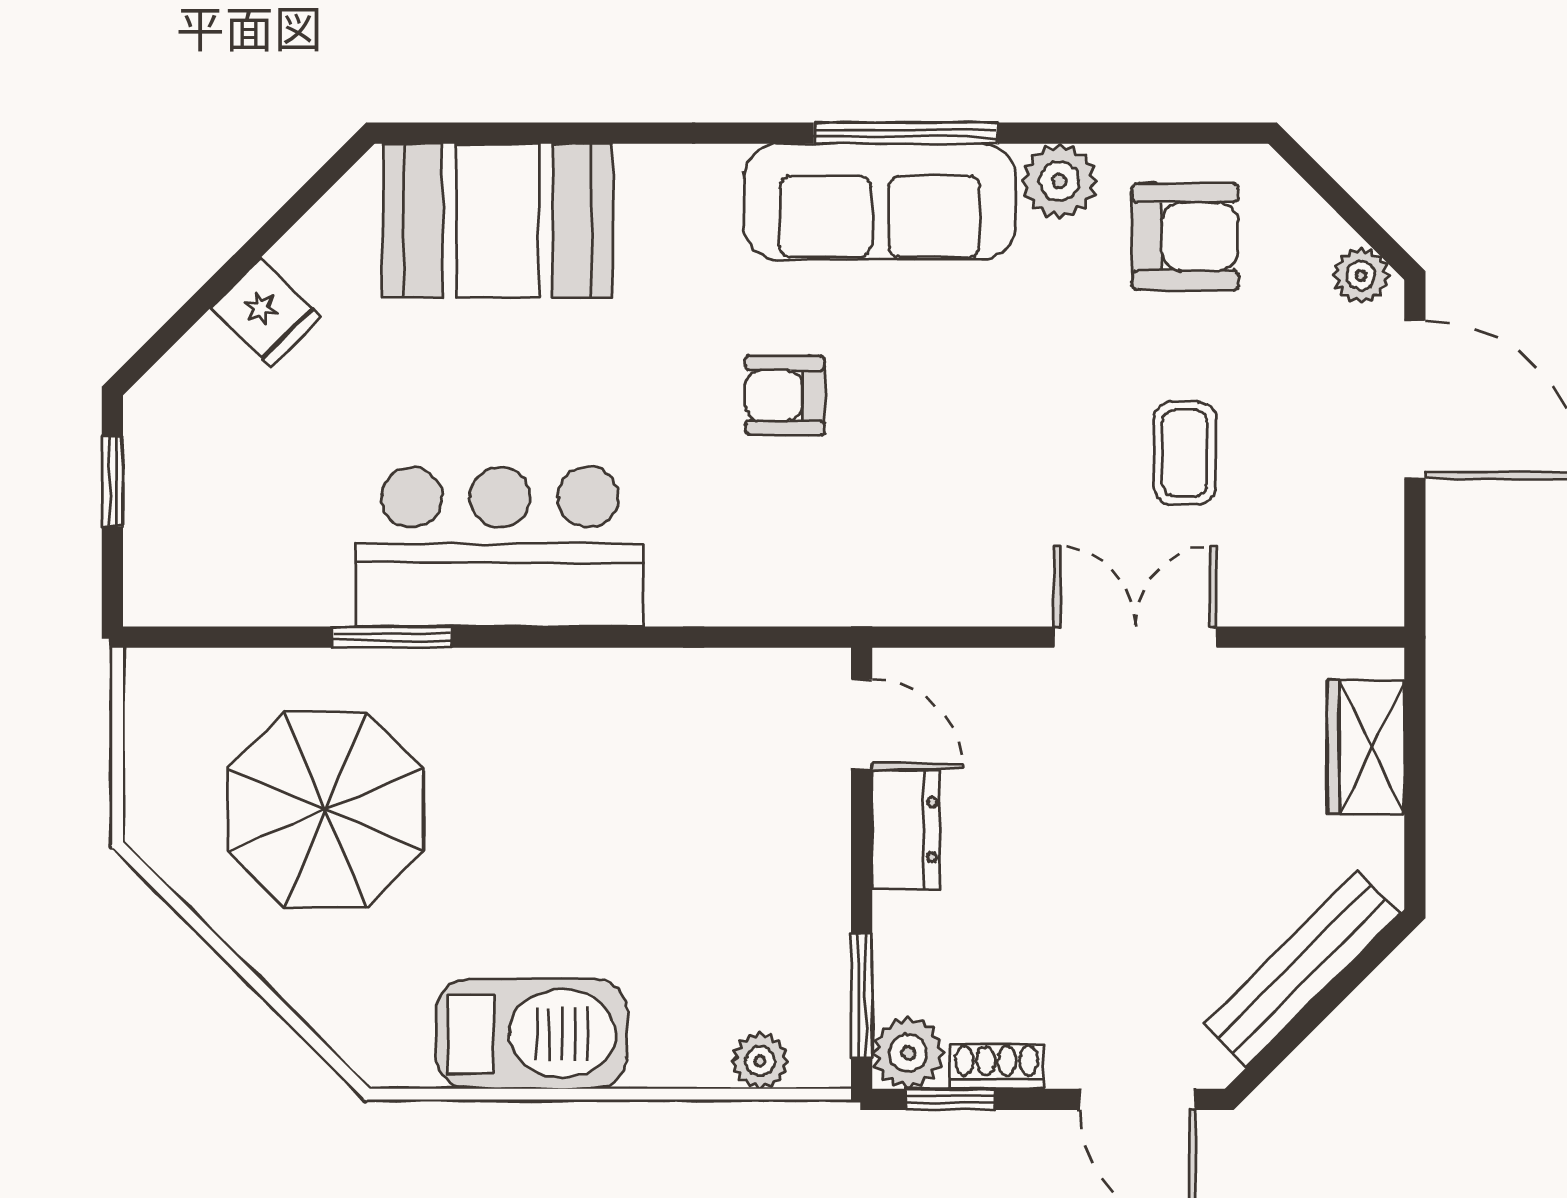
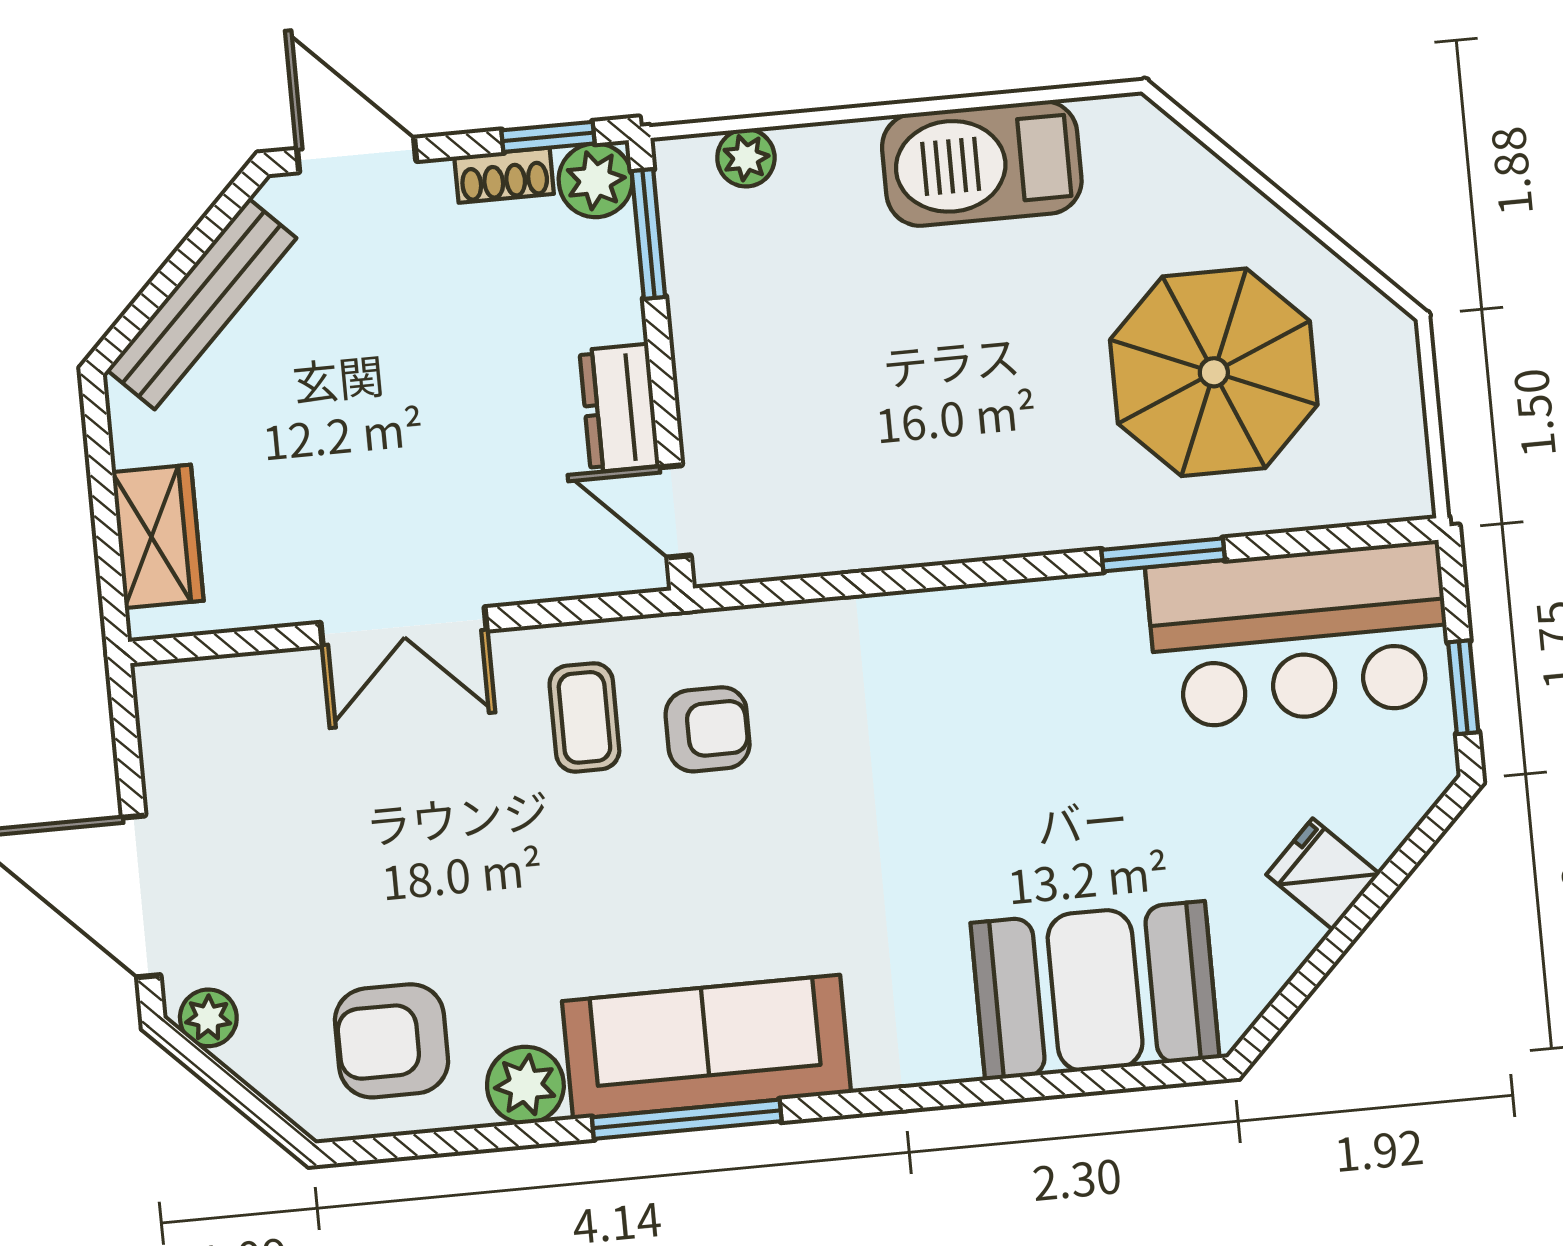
armchair: (785, 395) -> (708, 729), moved
coffee table: (1185, 453) -> (584, 717), moved
bar counter: (500, 547) -> (1299, 635), moved

